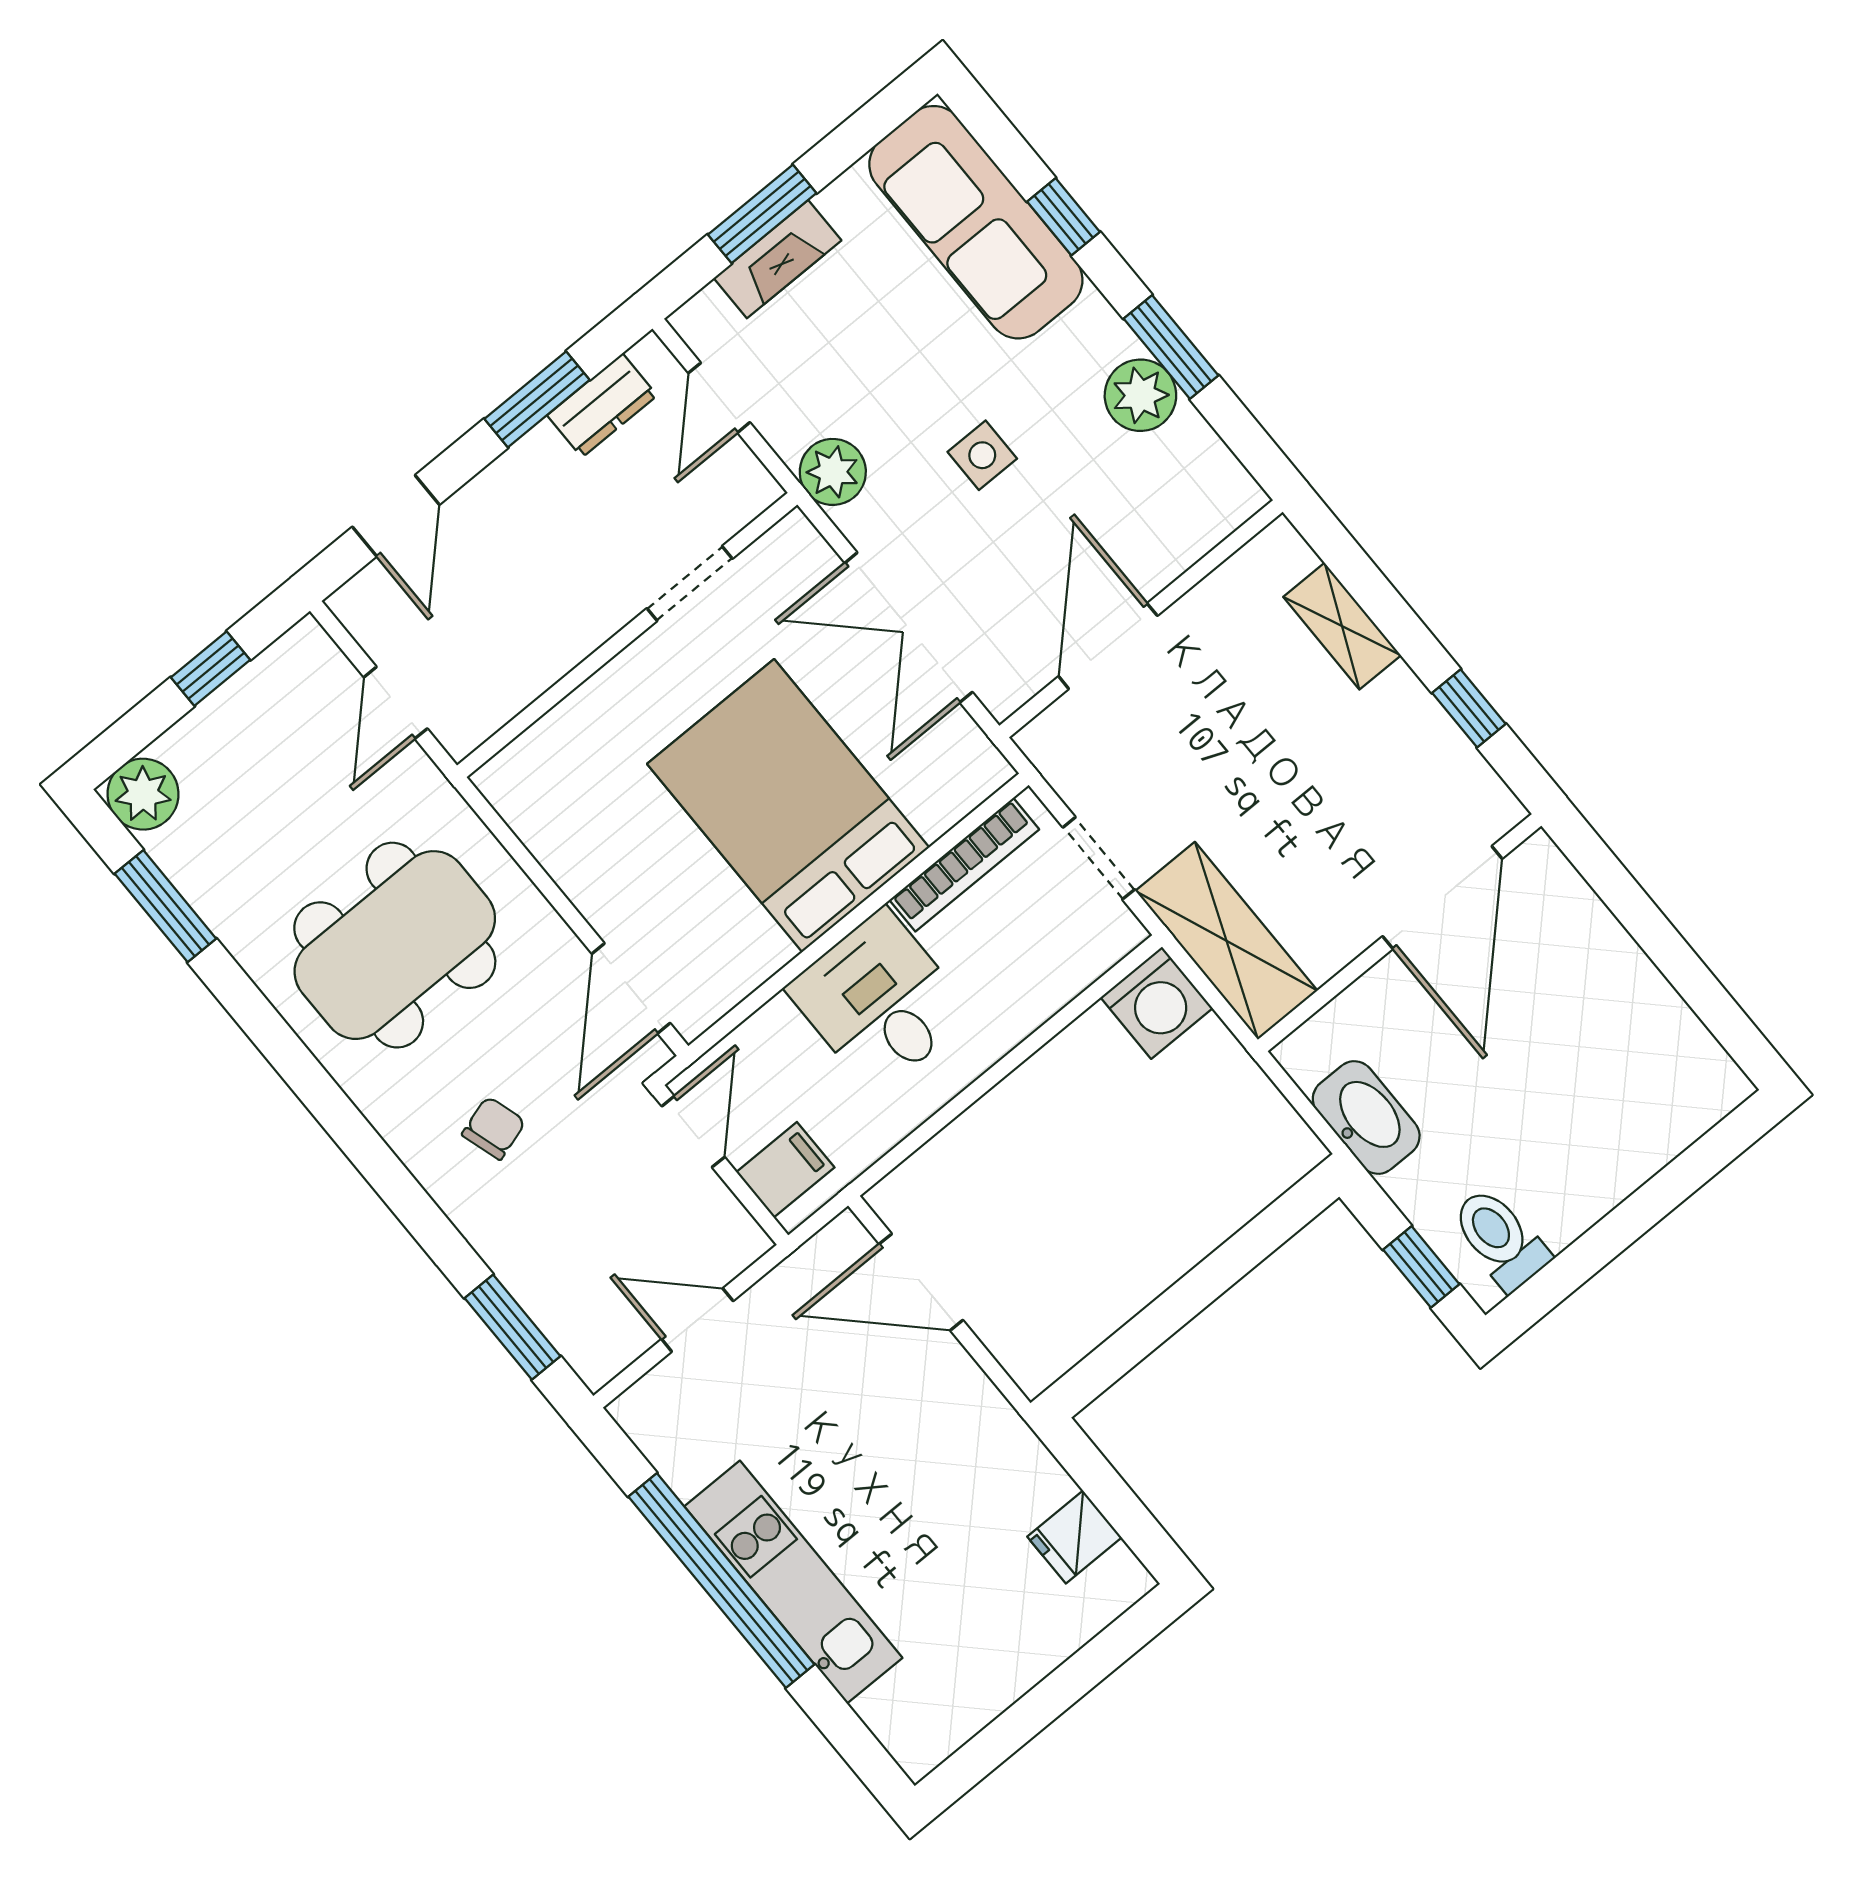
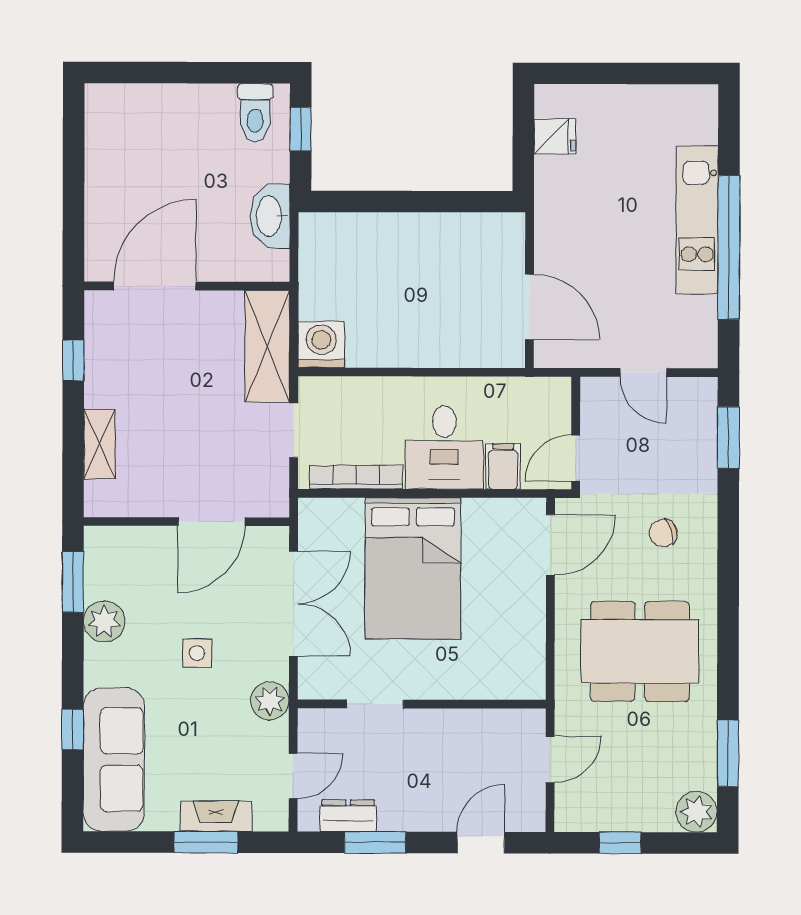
window: (1171, 347) -> (73, 582), moved
filing cabinet: (785, 1170) -> (503, 466), moved, turned 90

